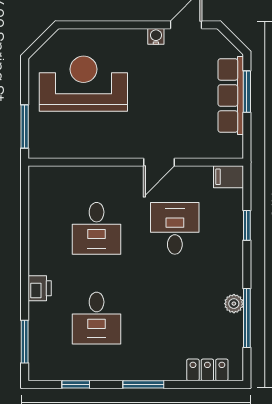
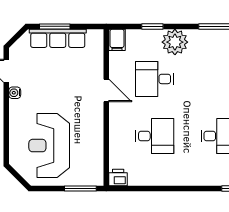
printer: (40, 288) -> (118, 178), moved
plant: (234, 304) -> (175, 42), moved, width x1.88, depth x1.88

